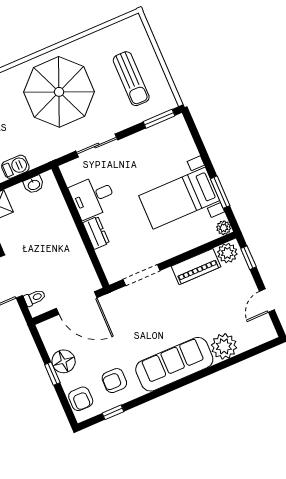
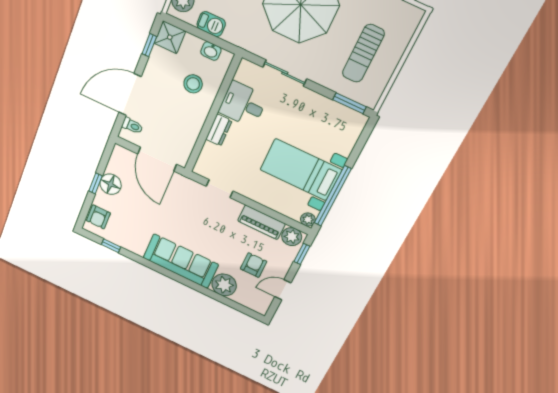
window: (220, 192) -> (333, 196), width x2.11
stool: (45, 220) -> (193, 84), added
doorway: (142, 275) -> (220, 189), width x0.73
armchair: (114, 381) -> (254, 265), moved, turned 90

